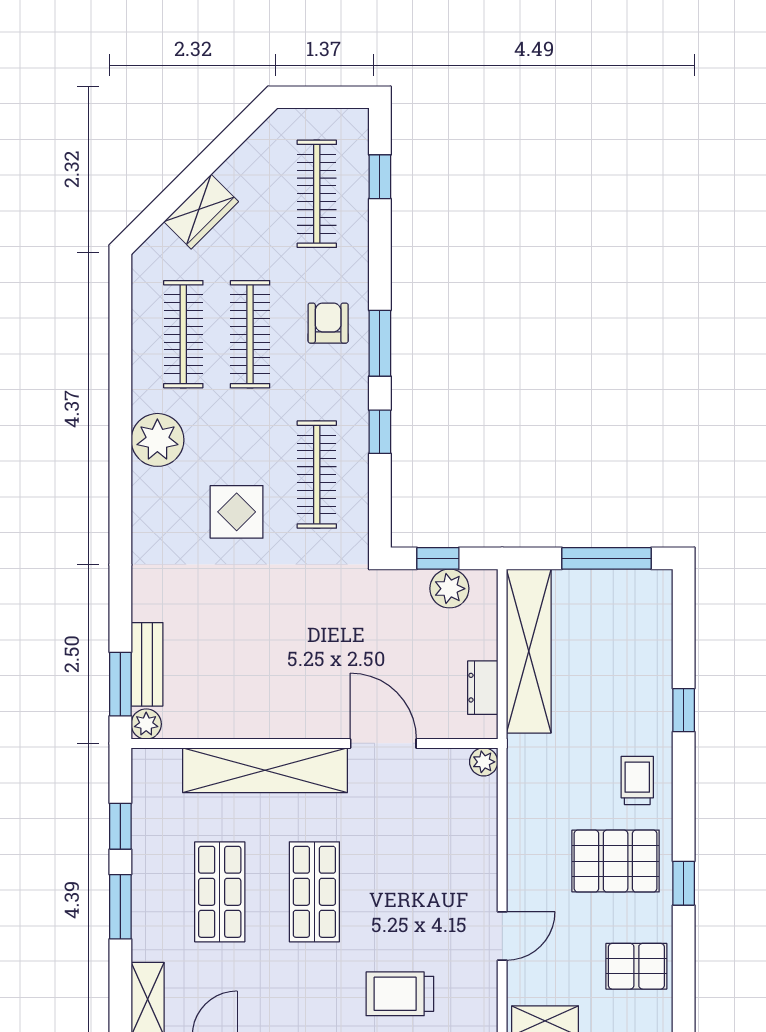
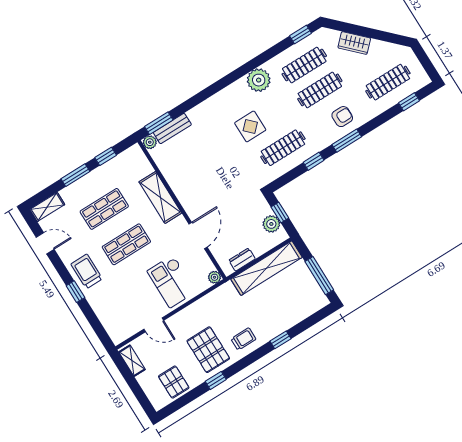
window: (120, 305) -> (301, 35), added
shelving: (265, 770) -> (160, 197), width x0.68
checkout: (440, 850) -> (171, 281), added
trolley: (400, 994) -> (87, 271), moved

